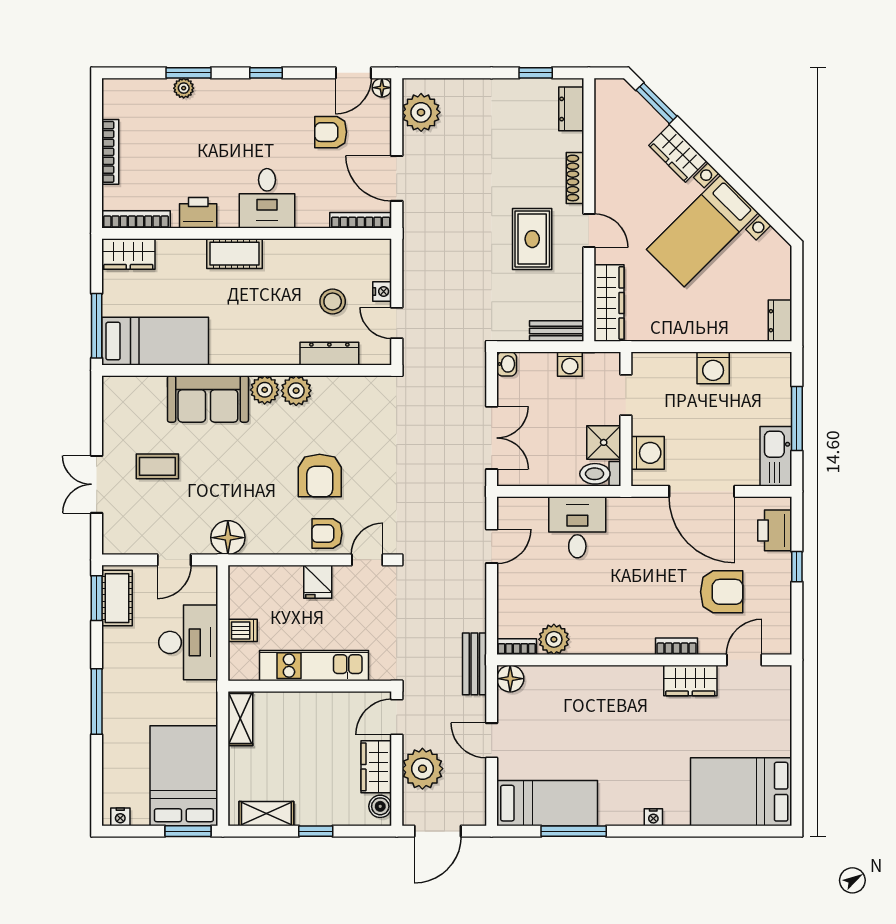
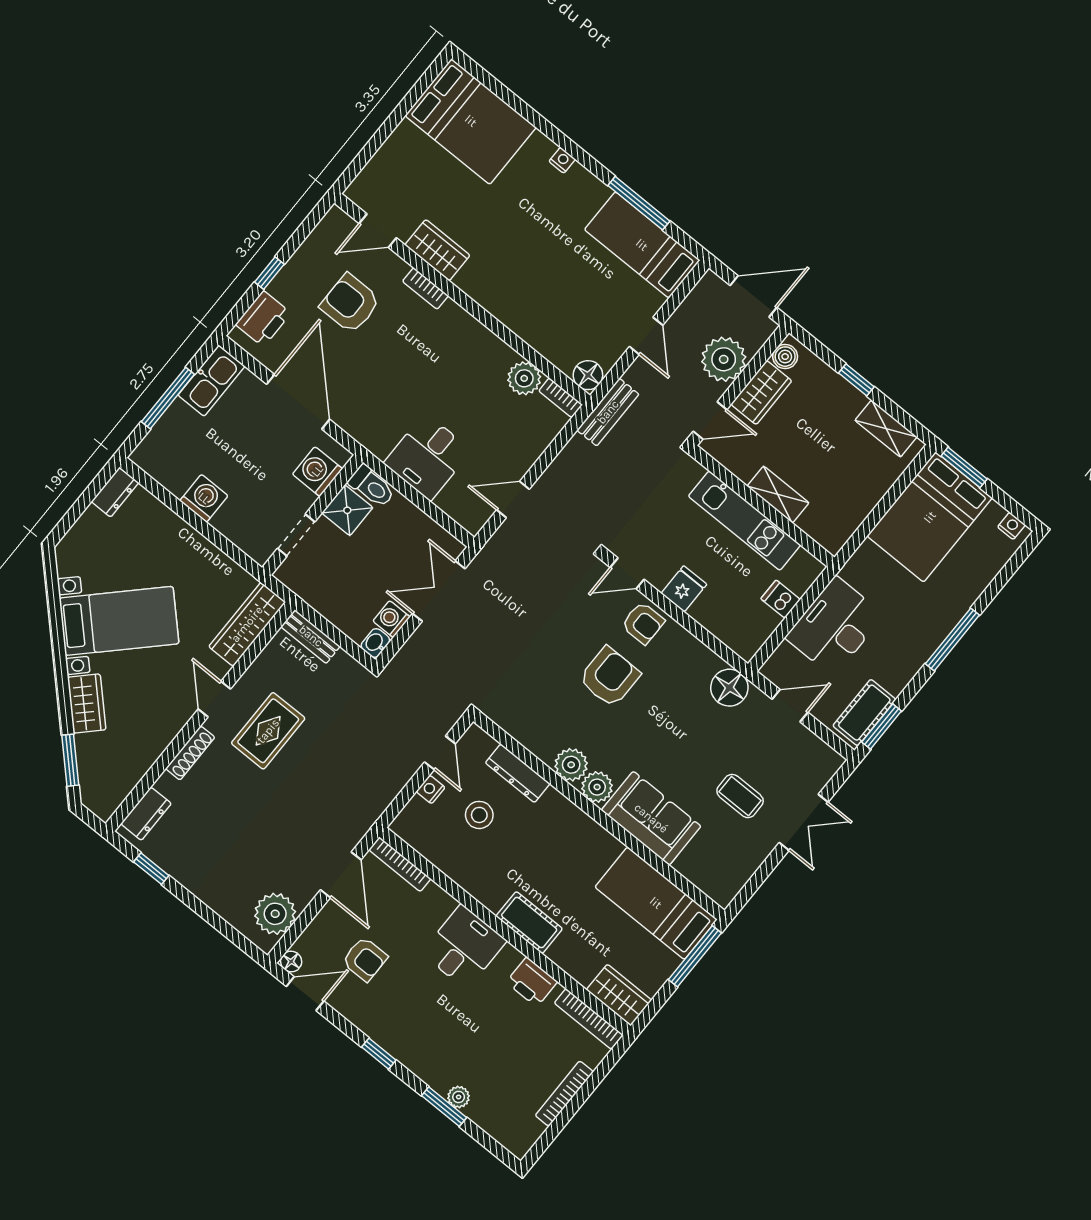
washing machine: (570, 364) -> (391, 619), moved, turned -90
shelving: (240, 719) -> (778, 495), moved, turned 90

